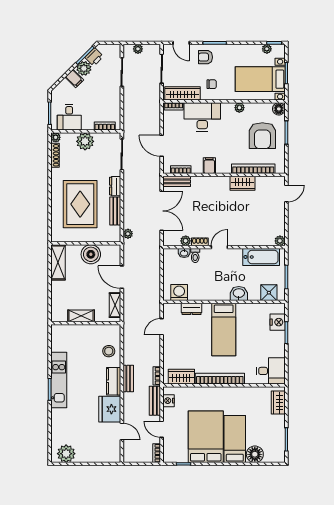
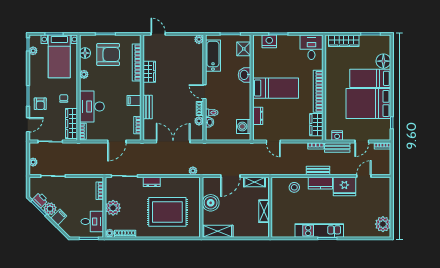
floor lamp: (279, 109) -> (85, 53), moved
bench: (177, 181) -> (148, 107), moved
bench: (115, 211) -> (173, 182), removed
wardrobe: (278, 403) -> (344, 41), width x1.50

